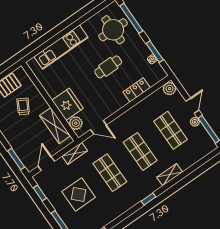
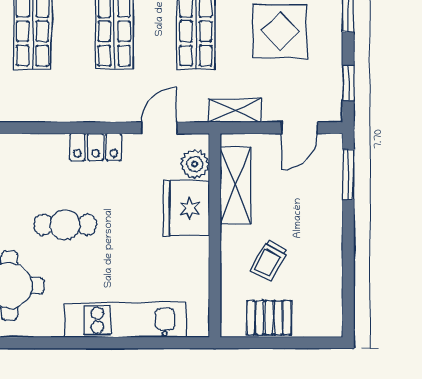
locker: (137, 90) -> (96, 147), moved
door: (98, 127) -> (159, 128), hinge flipped

